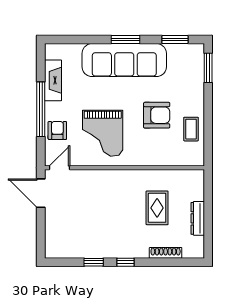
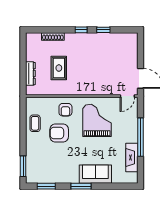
sofa: (124, 60) -> (95, 174), width x0.54, depth x0.79
armchair: (57, 130) -> (65, 110), moved
dresser: (198, 218) -> (30, 74), moved

